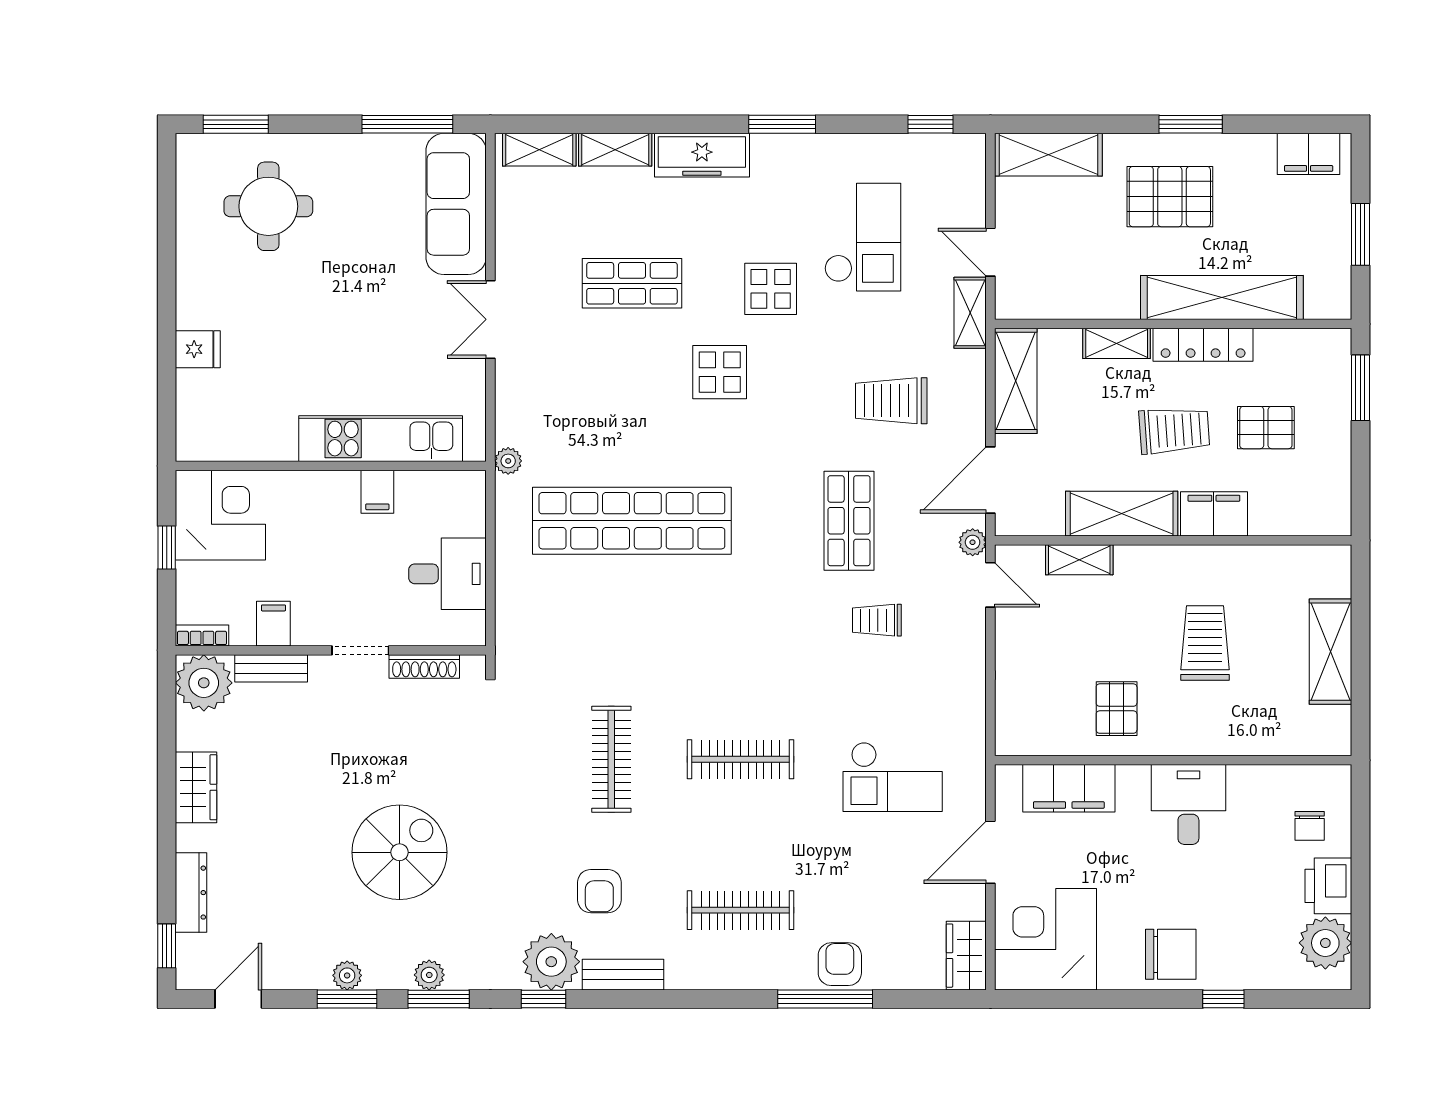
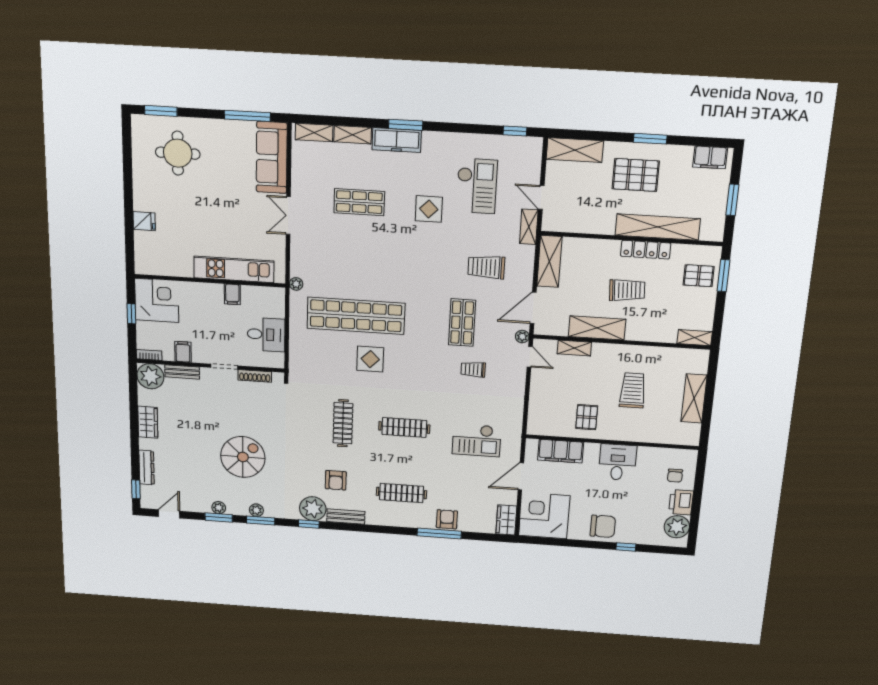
window: (782, 124) -> (406, 125), moved
shelving: (1117, 343) -> (695, 338), moved
display table: (720, 372) -> (370, 359), moved
pallet: (1266, 428) -> (699, 276), moved
filing cabinet: (1214, 514) -> (643, 331), removed

